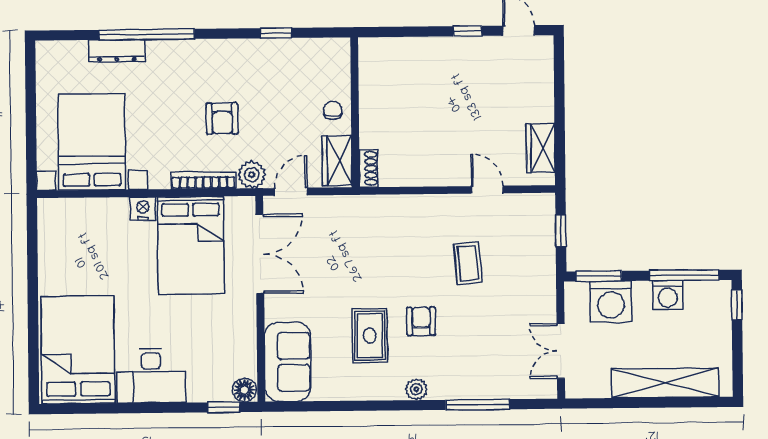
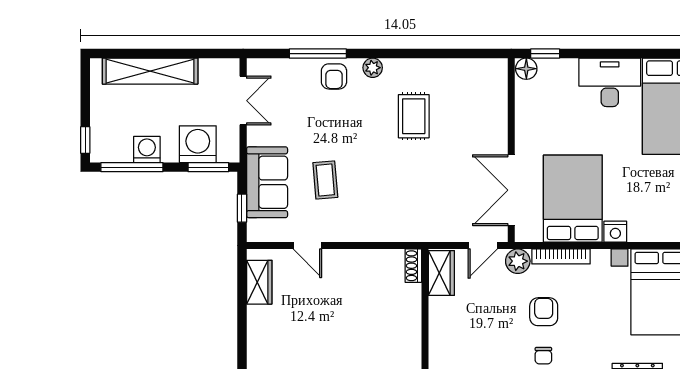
chair: (333, 110) -> (543, 356), moved
armchair: (421, 321) -> (334, 76), moved
sofa: (288, 362) -> (267, 182), moved, turned 180

